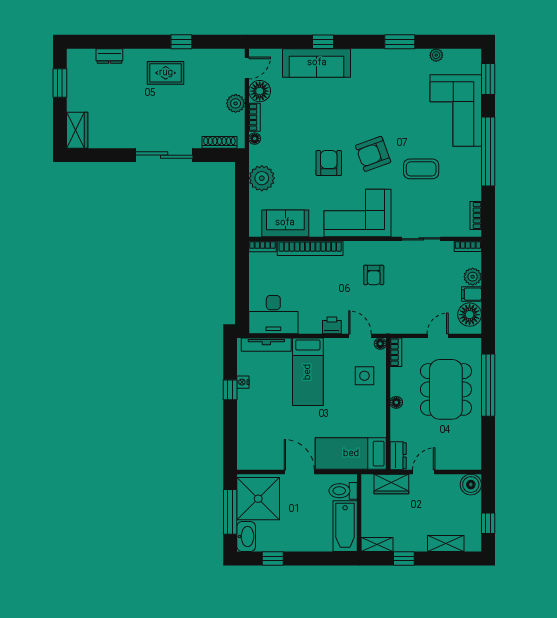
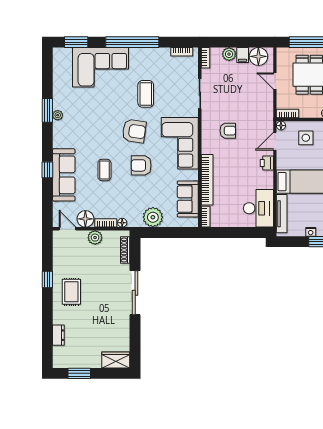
plant: (436, 55) -> (58, 115), moved
coffee table: (323, 116) -> (104, 170), added
armchair: (373, 154) -> (134, 131), turned -62

